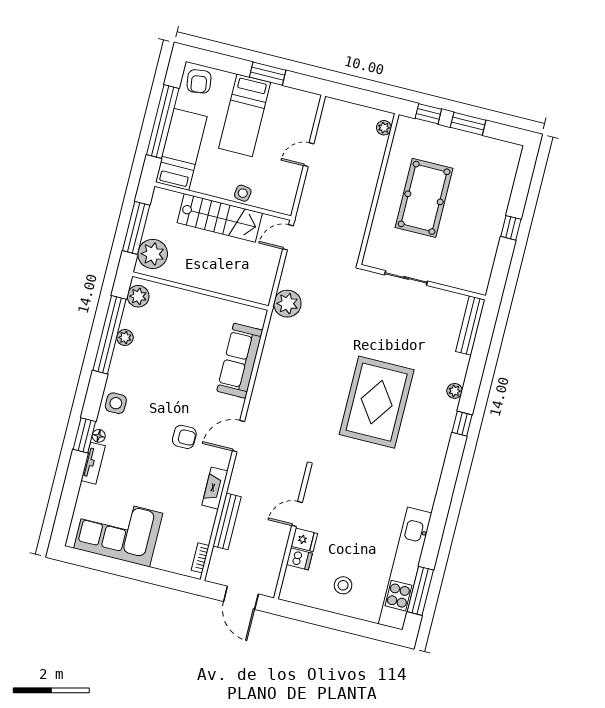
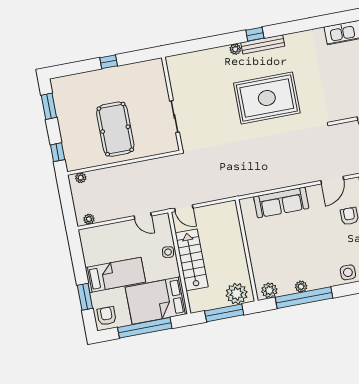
window: (268, 74) -> (85, 297), moved
armchair: (199, 81) -> (107, 316), turned -82
window: (468, 124) -> (49, 106), moved
bed: (181, 149) -> (156, 301), width x1.50
door: (309, 155) -> (143, 216), moved
pool table: (424, 198) -> (115, 129), turned 90
plant: (287, 304) -> (89, 219), moved, width x0.53, depth x0.53
bench: (470, 326) -> (263, 44), moved
door: (238, 436) -> (332, 180), hinge flipped

